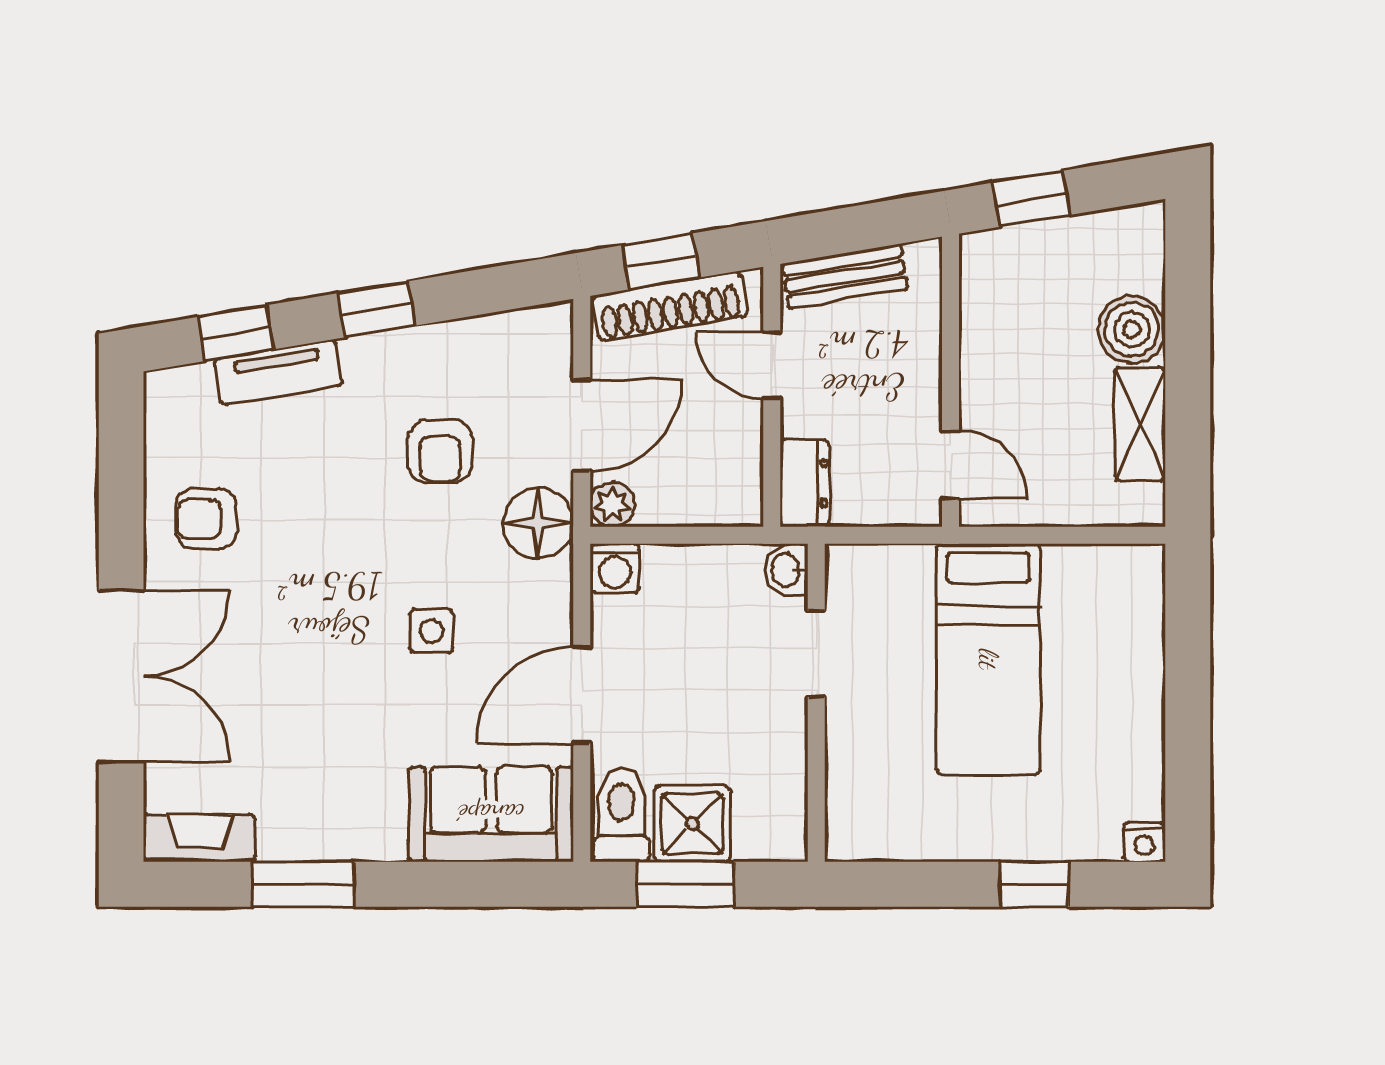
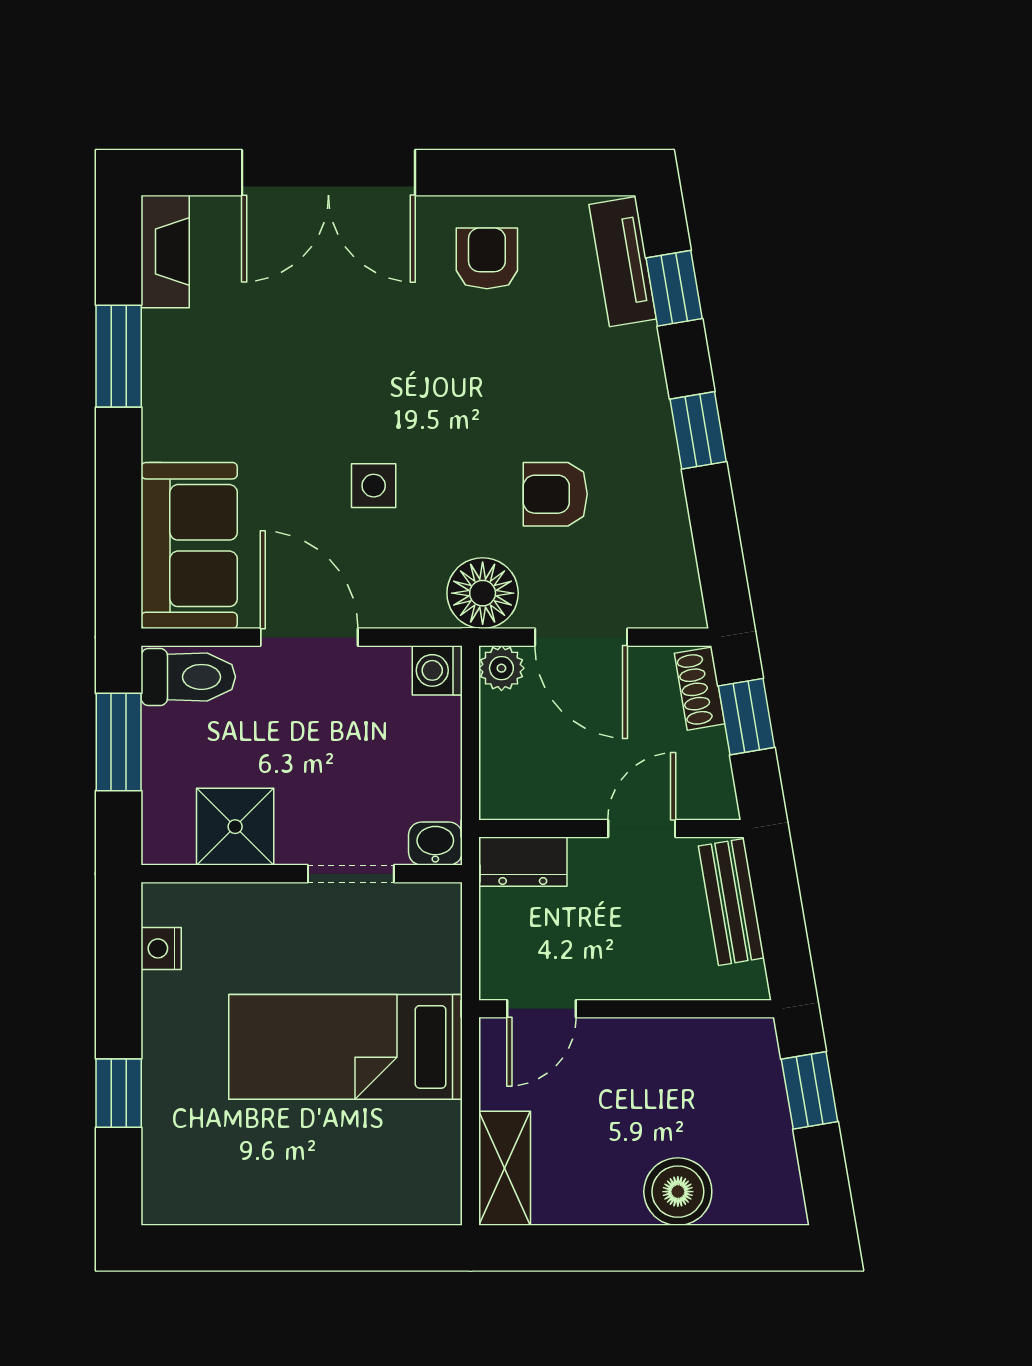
shoe rack: (670, 306) -> (700, 689), width x0.51, depth x0.81
tv unit: (278, 372) -> (623, 262), moved
shelving: (1140, 424) -> (505, 1168), moved, turned 90
shower: (692, 824) -> (235, 827), moved
nightstand: (1144, 842) -> (161, 948), moved

